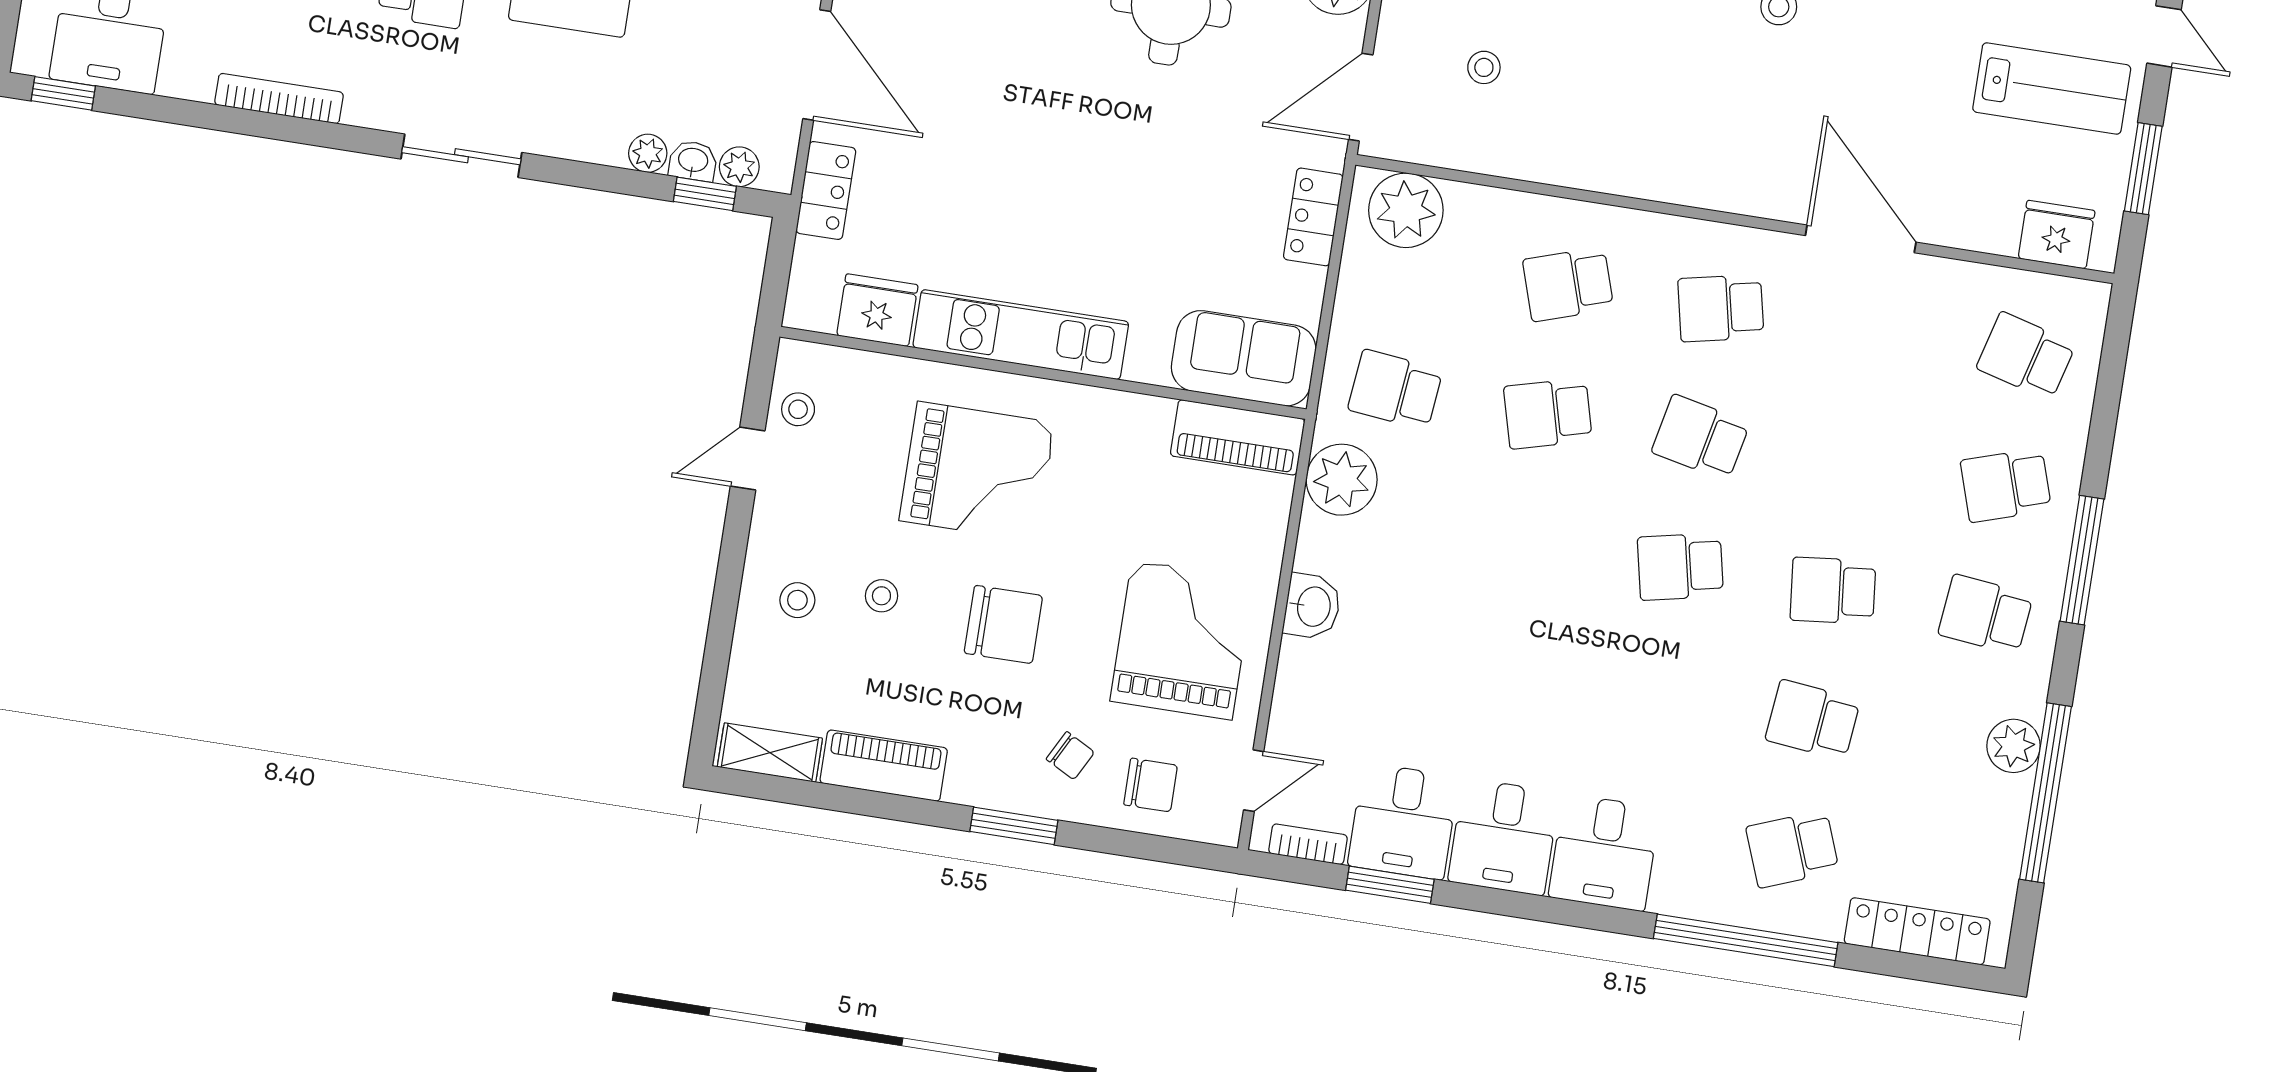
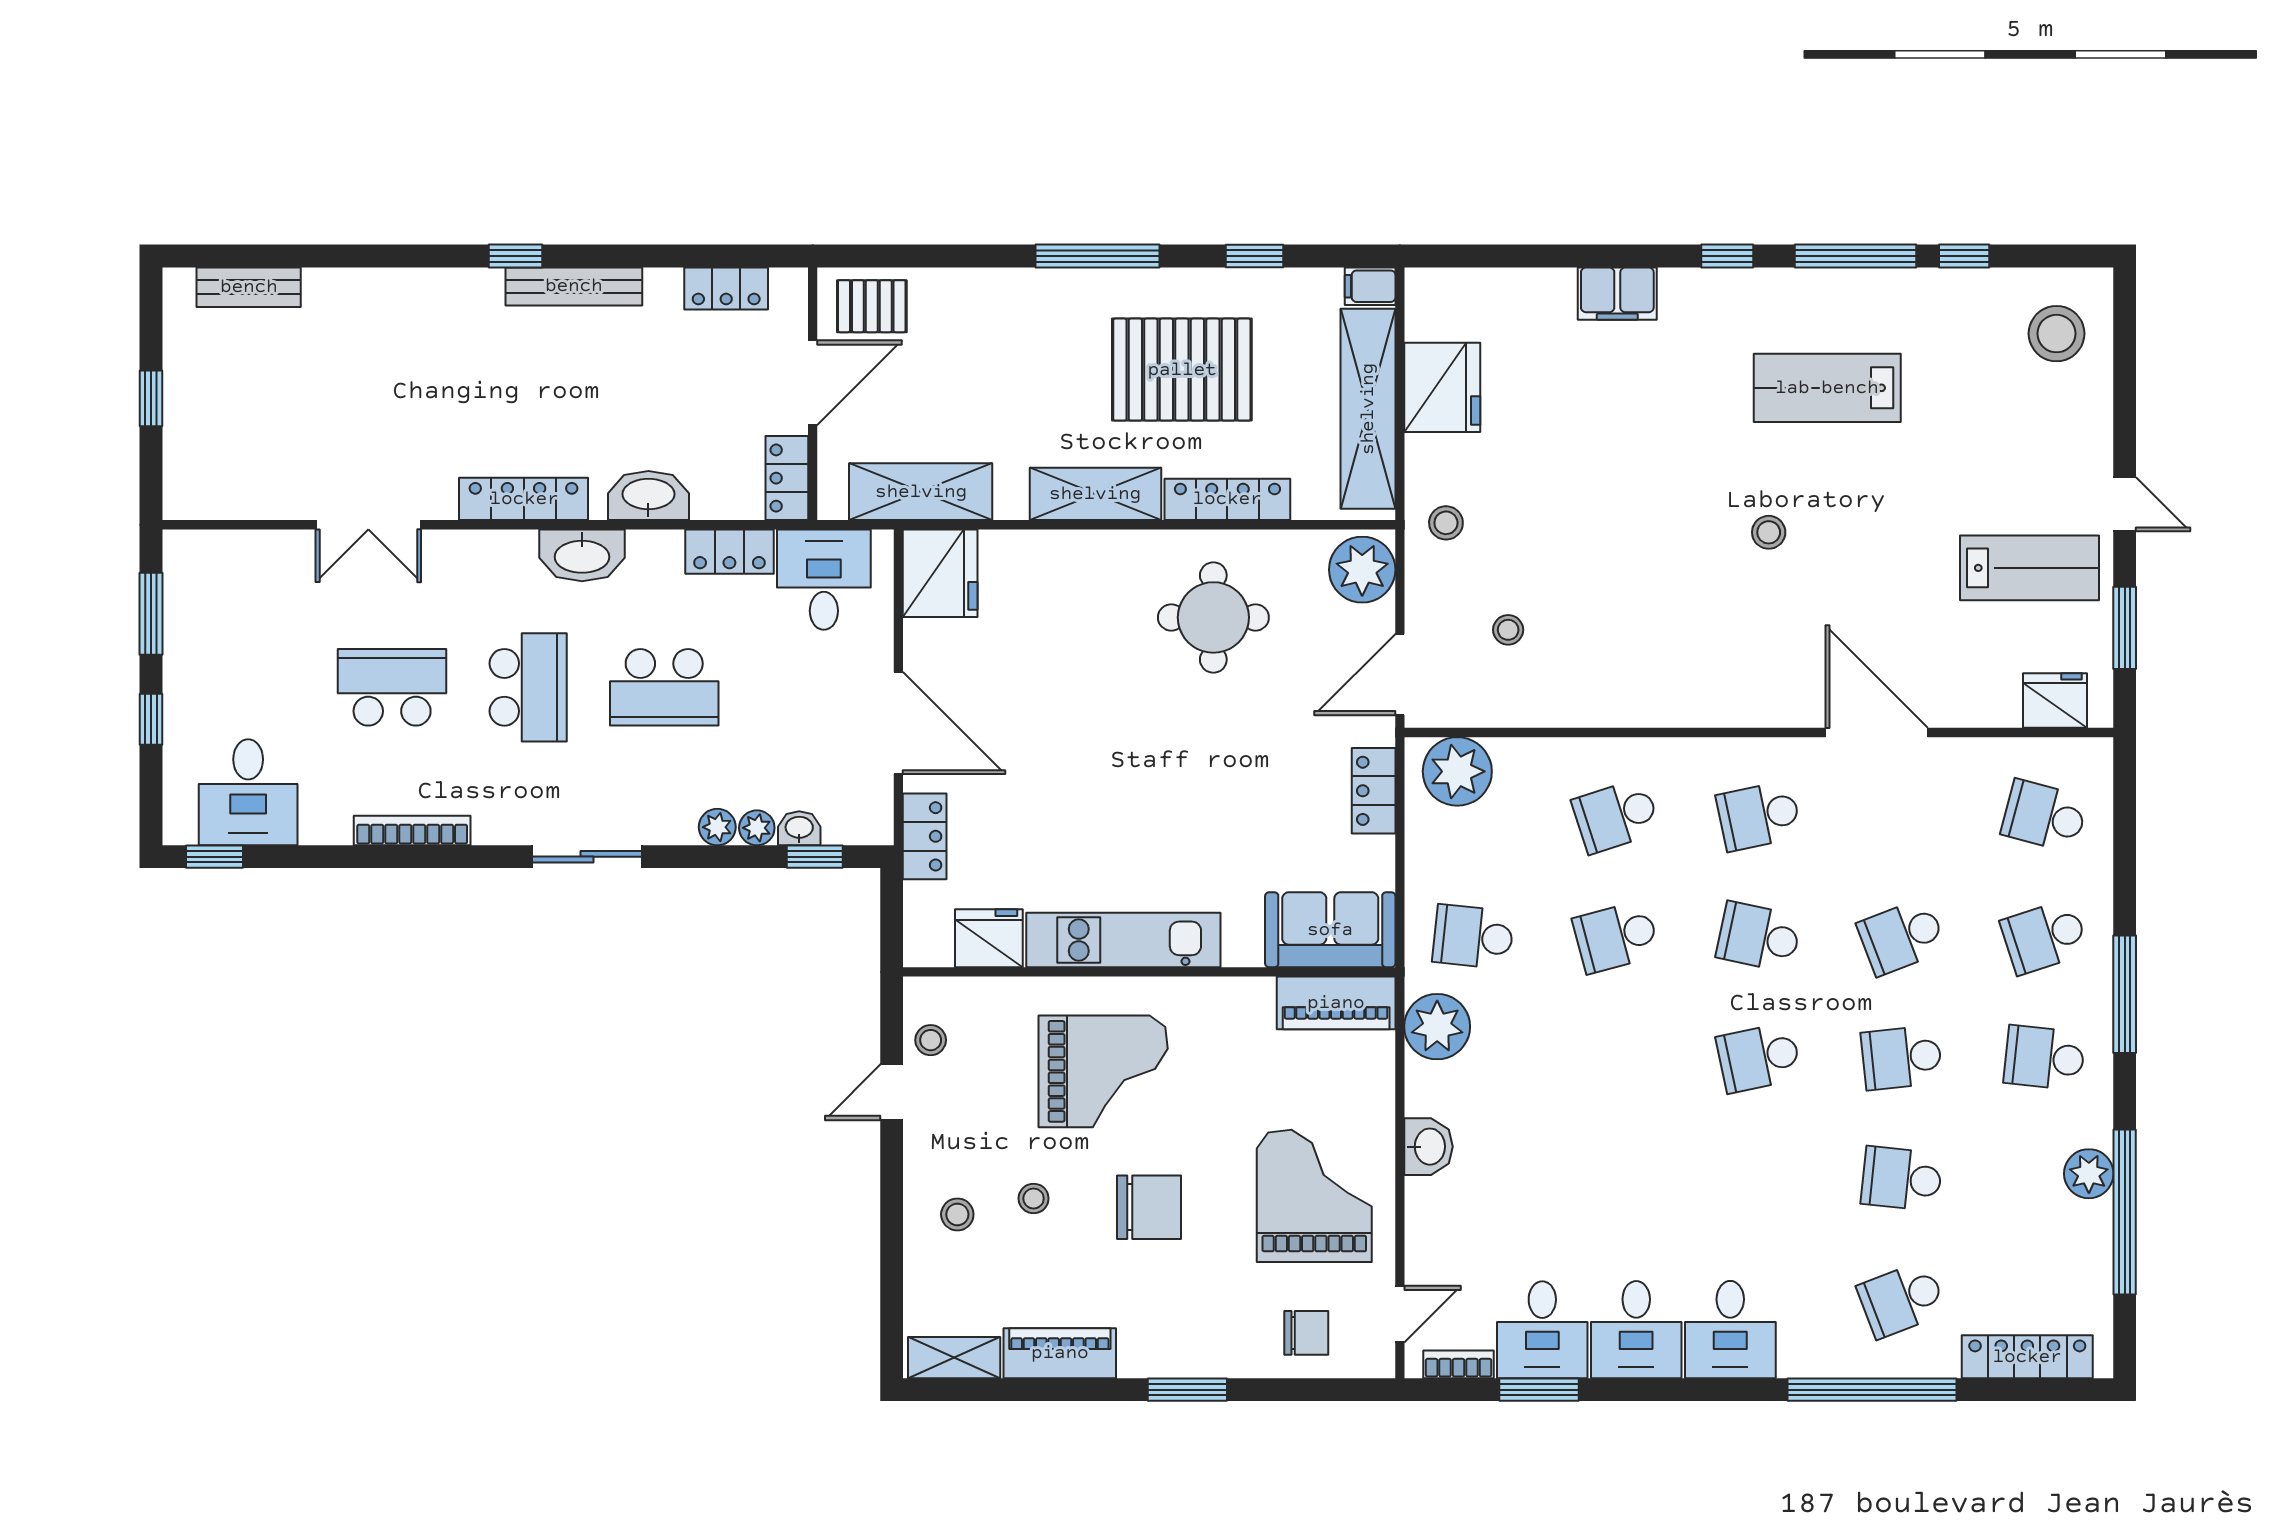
plant: (739, 167) -> (717, 827), moved
school desk: (1853, 461) -> (1902, 937), added
chair: (1070, 756) -> (1229, 1317), removed

